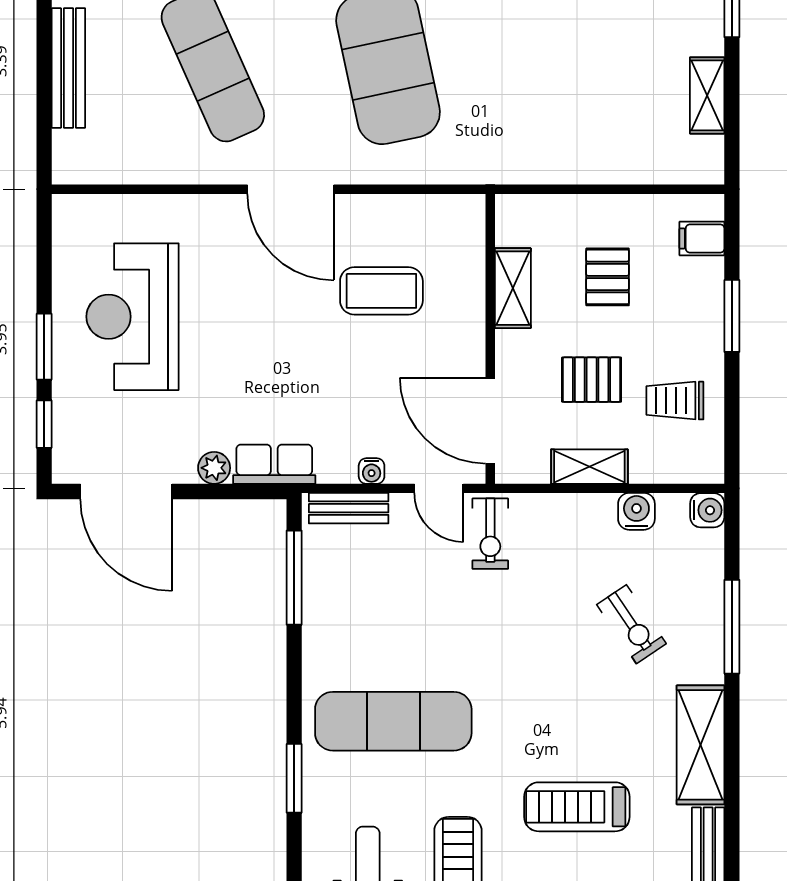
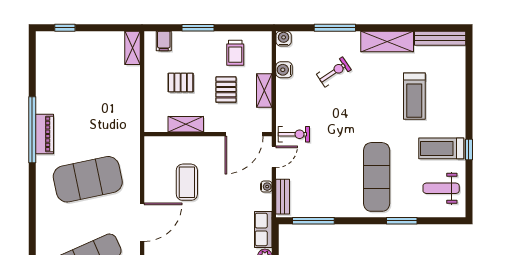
shelving: (707, 95) -> (132, 48), moved, turned 90

